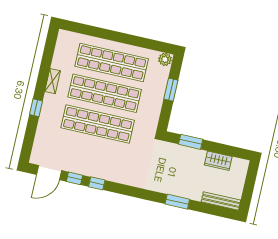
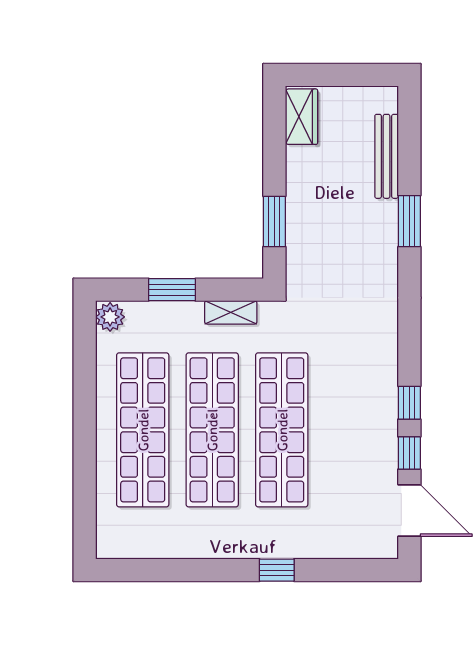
shelving: (53, 81) -> (231, 312), moved
wardrobe: (218, 161) -> (302, 117), moved
bench: (221, 201) -> (387, 156), moved

